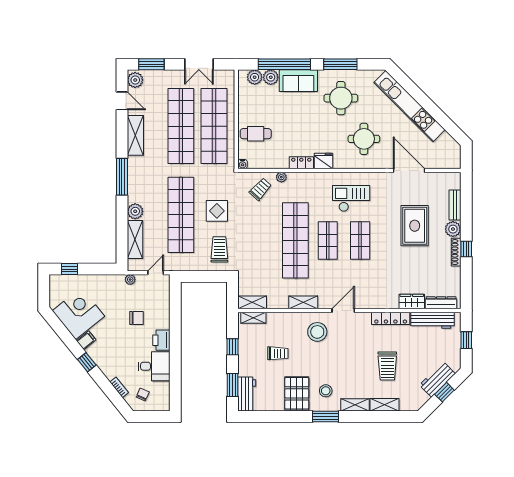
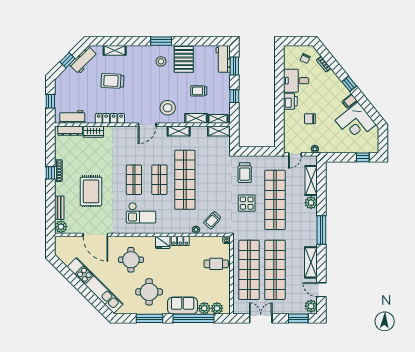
plant: (453, 229) -> (61, 227), moved
workbench: (432, 320) -> (72, 117), width x0.73
trolley: (387, 366) -> (112, 81), turned -87
workbench: (437, 379) -> (83, 60), moved
shelving: (355, 405) -> (196, 118), moved

